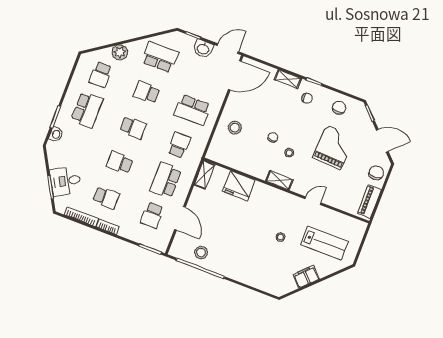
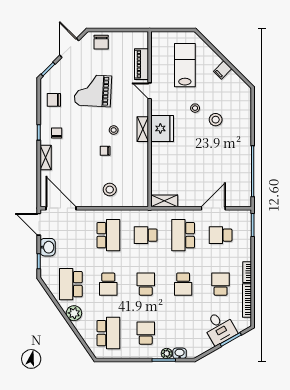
plant: (120, 52) -> (74, 313), moved
school desk: (101, 75) -> (108, 333), width x1.85
school desk: (87, 110) -> (146, 333), width x0.54
plant: (60, 122) -> (167, 353), added
chair: (376, 173) -> (101, 42), turned -90
school desk: (166, 180) -> (183, 235), turned 90
fridge: (239, 186) -> (162, 128), moved
piano: (369, 201) -> (141, 64), moved, turned 90
school desk: (152, 215) -> (221, 235), turned 180
stool: (201, 253) -> (216, 120), moved
filing cabinet: (306, 277) -> (223, 70), width x0.50

